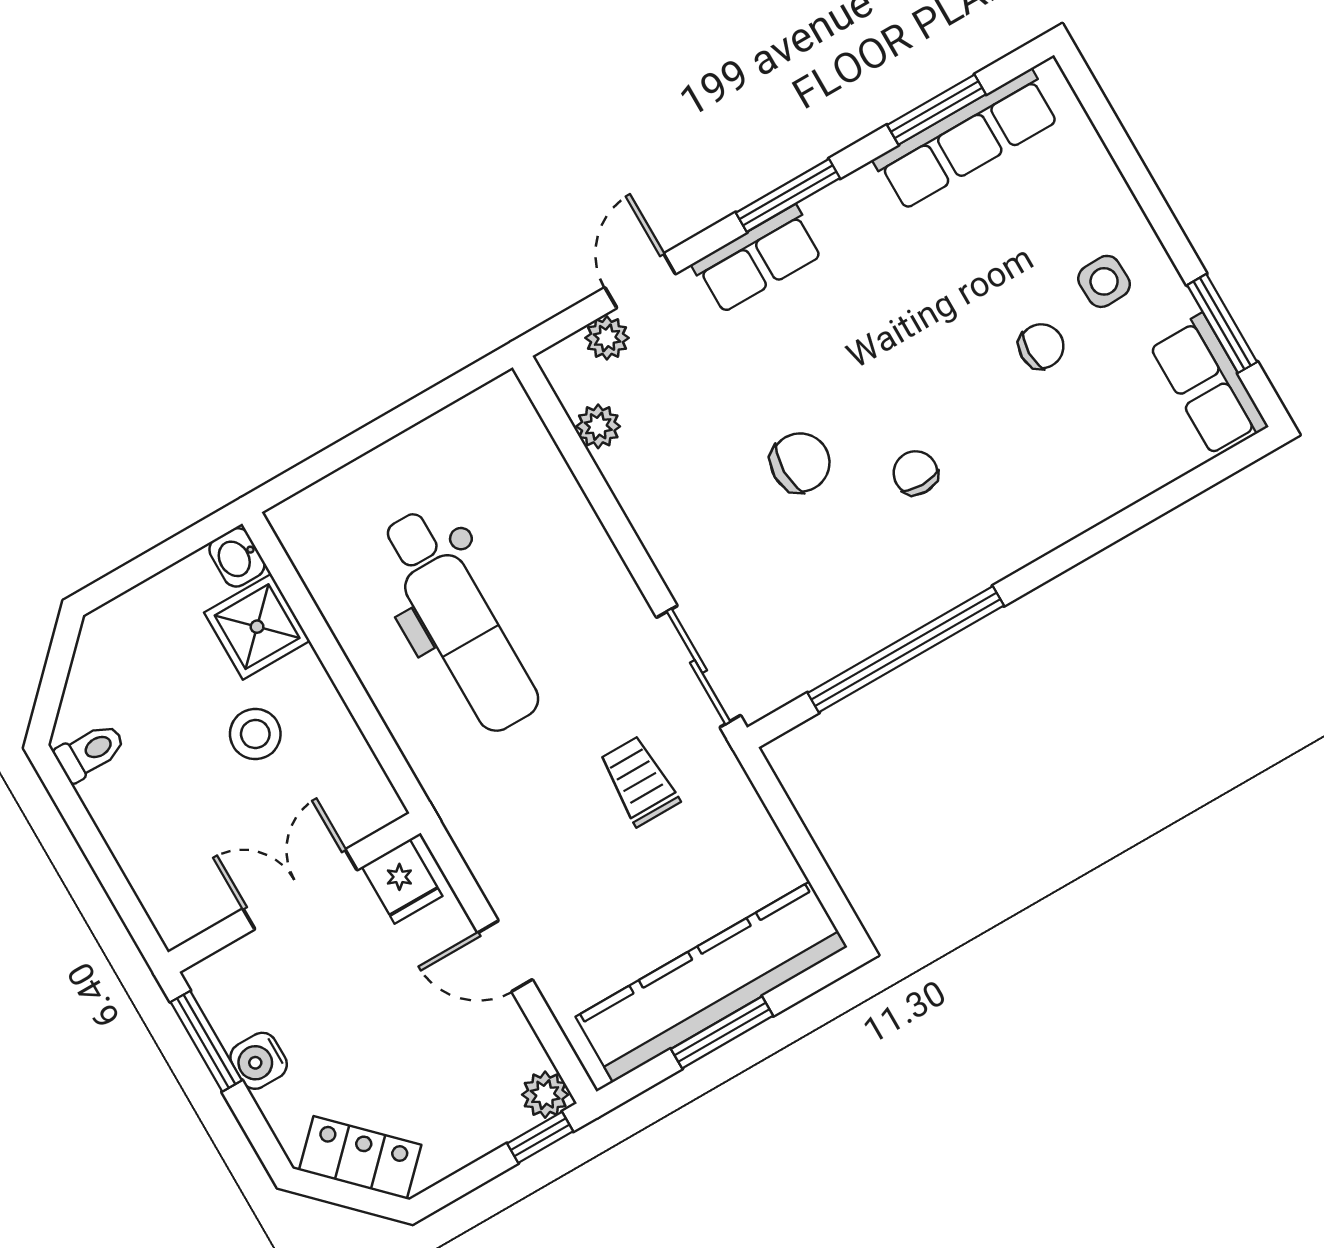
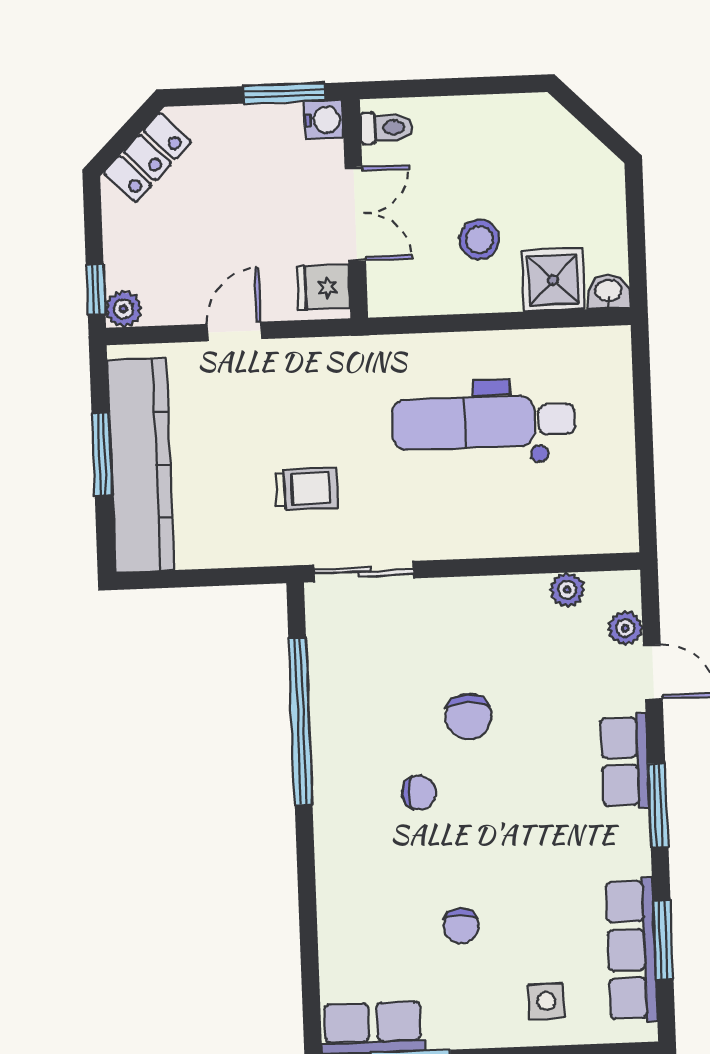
side table: (1104, 281) -> (546, 1001), moved
toilet: (90, 752) -> (387, 128), moved, turned -90
water cooler: (259, 1061) -> (324, 120), moved, turned 90

